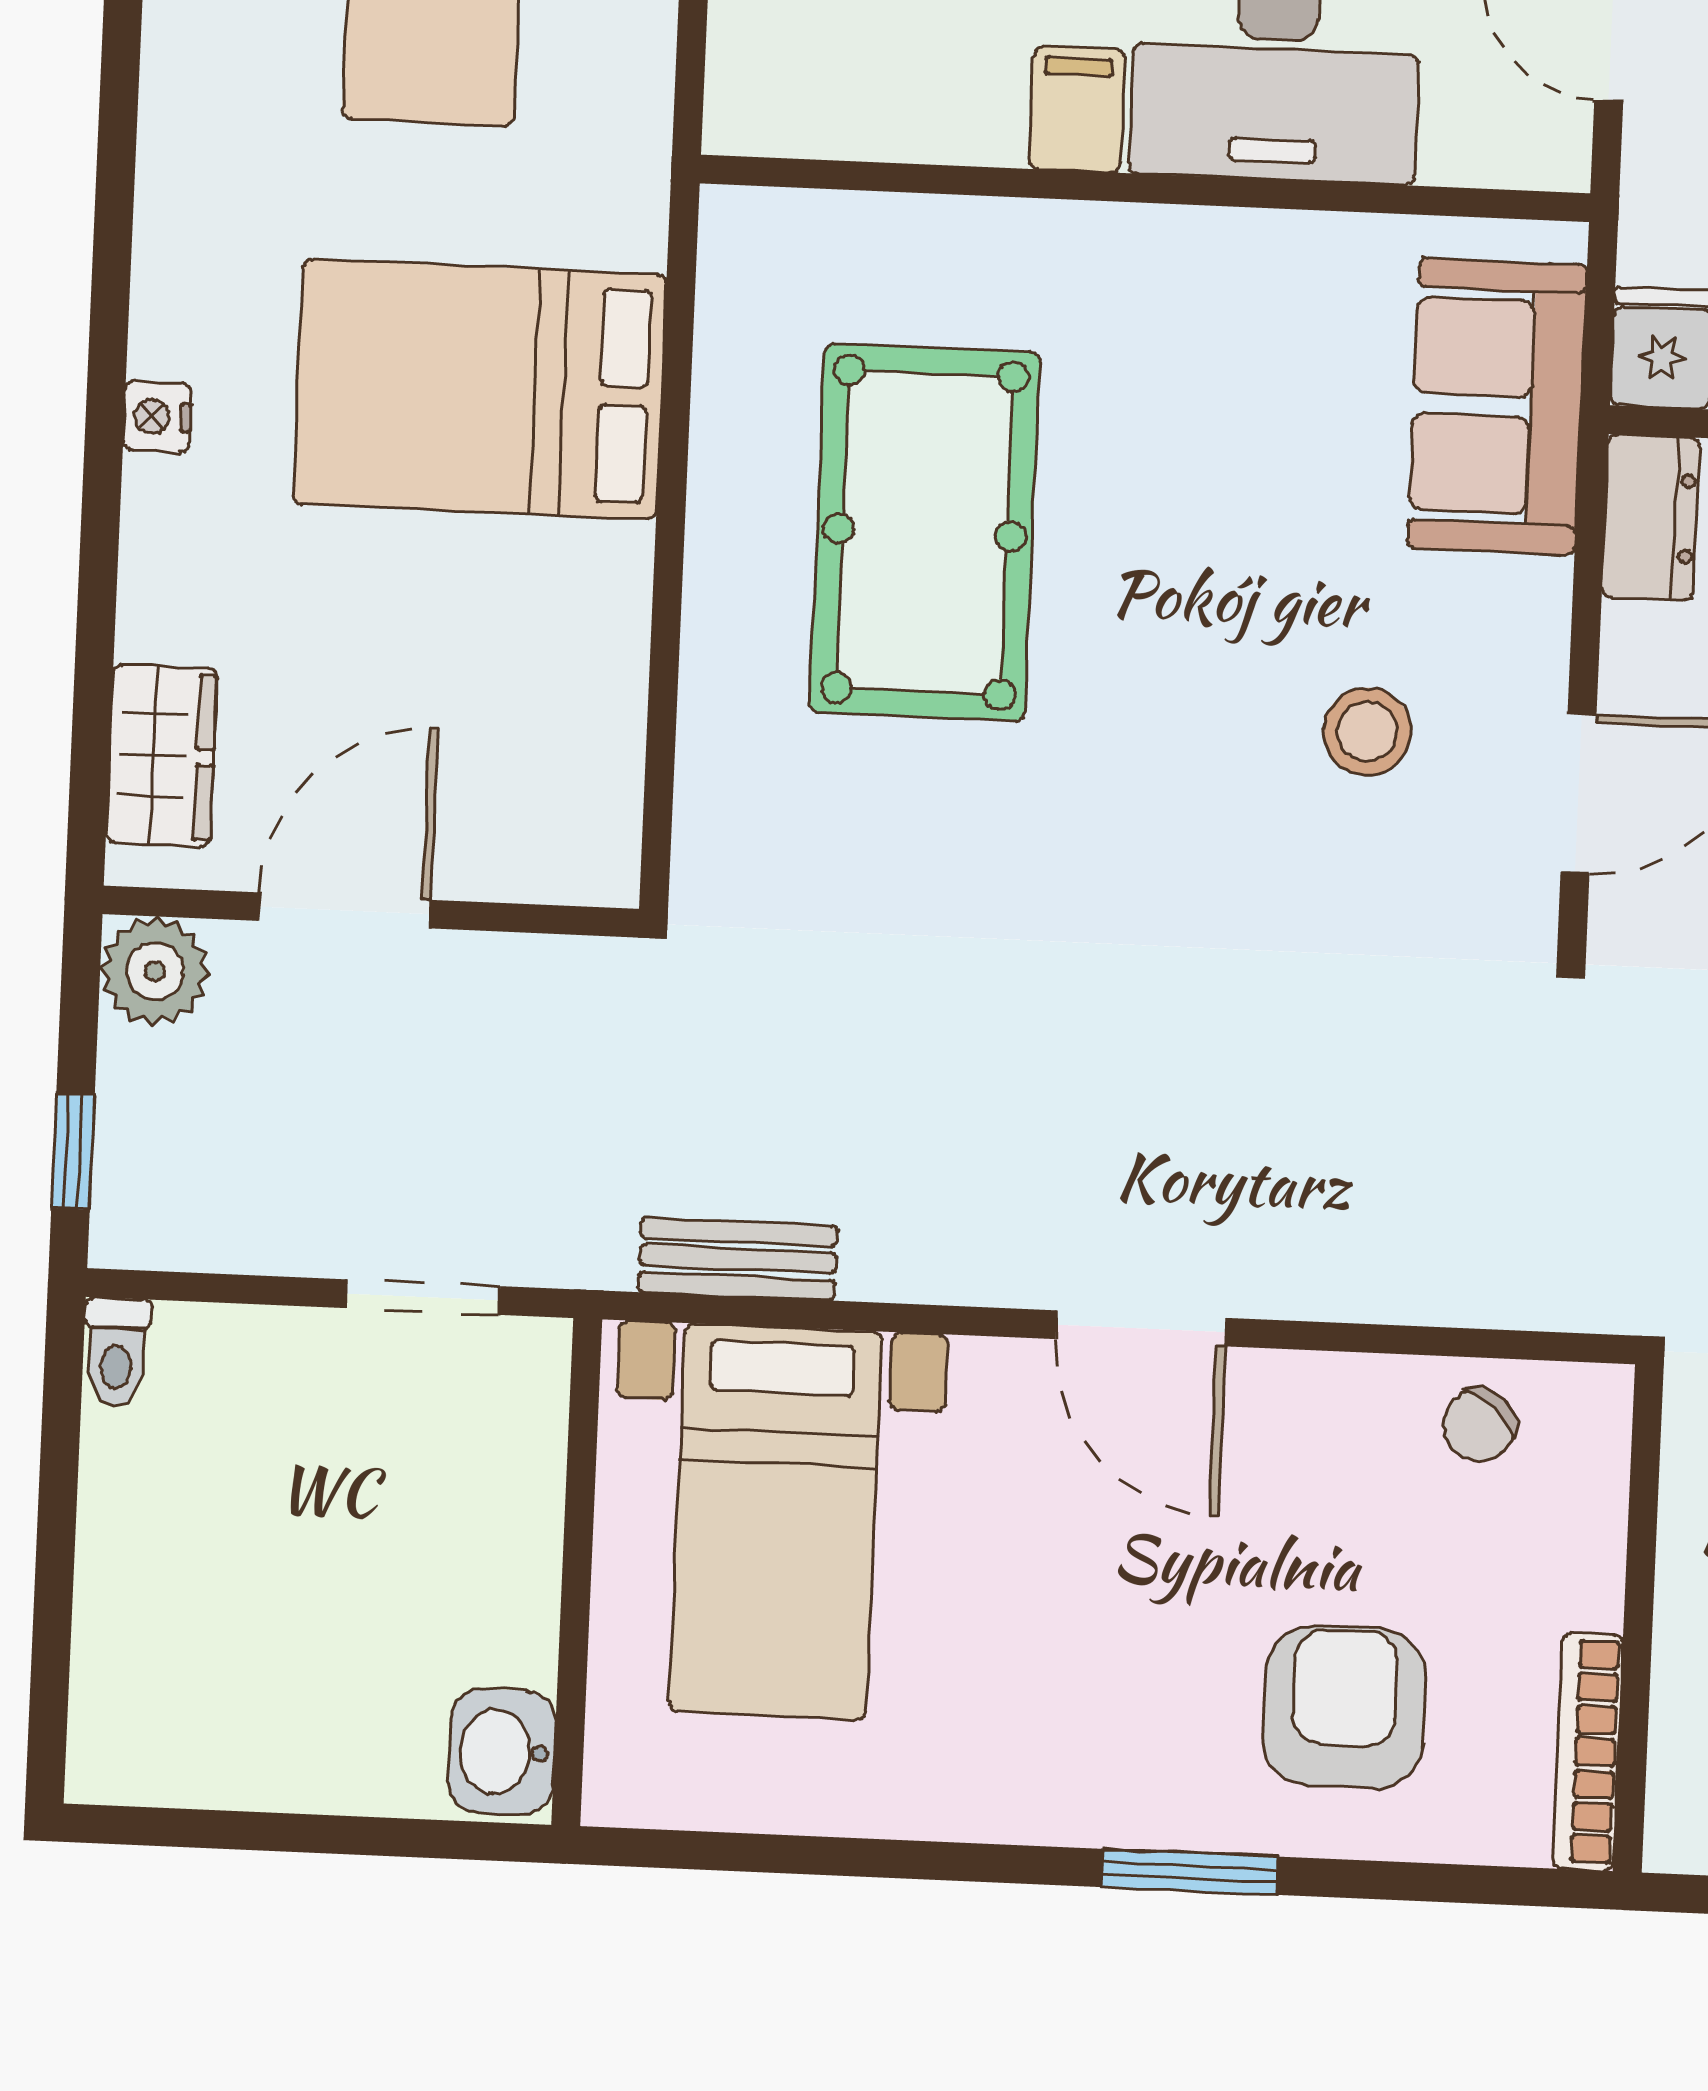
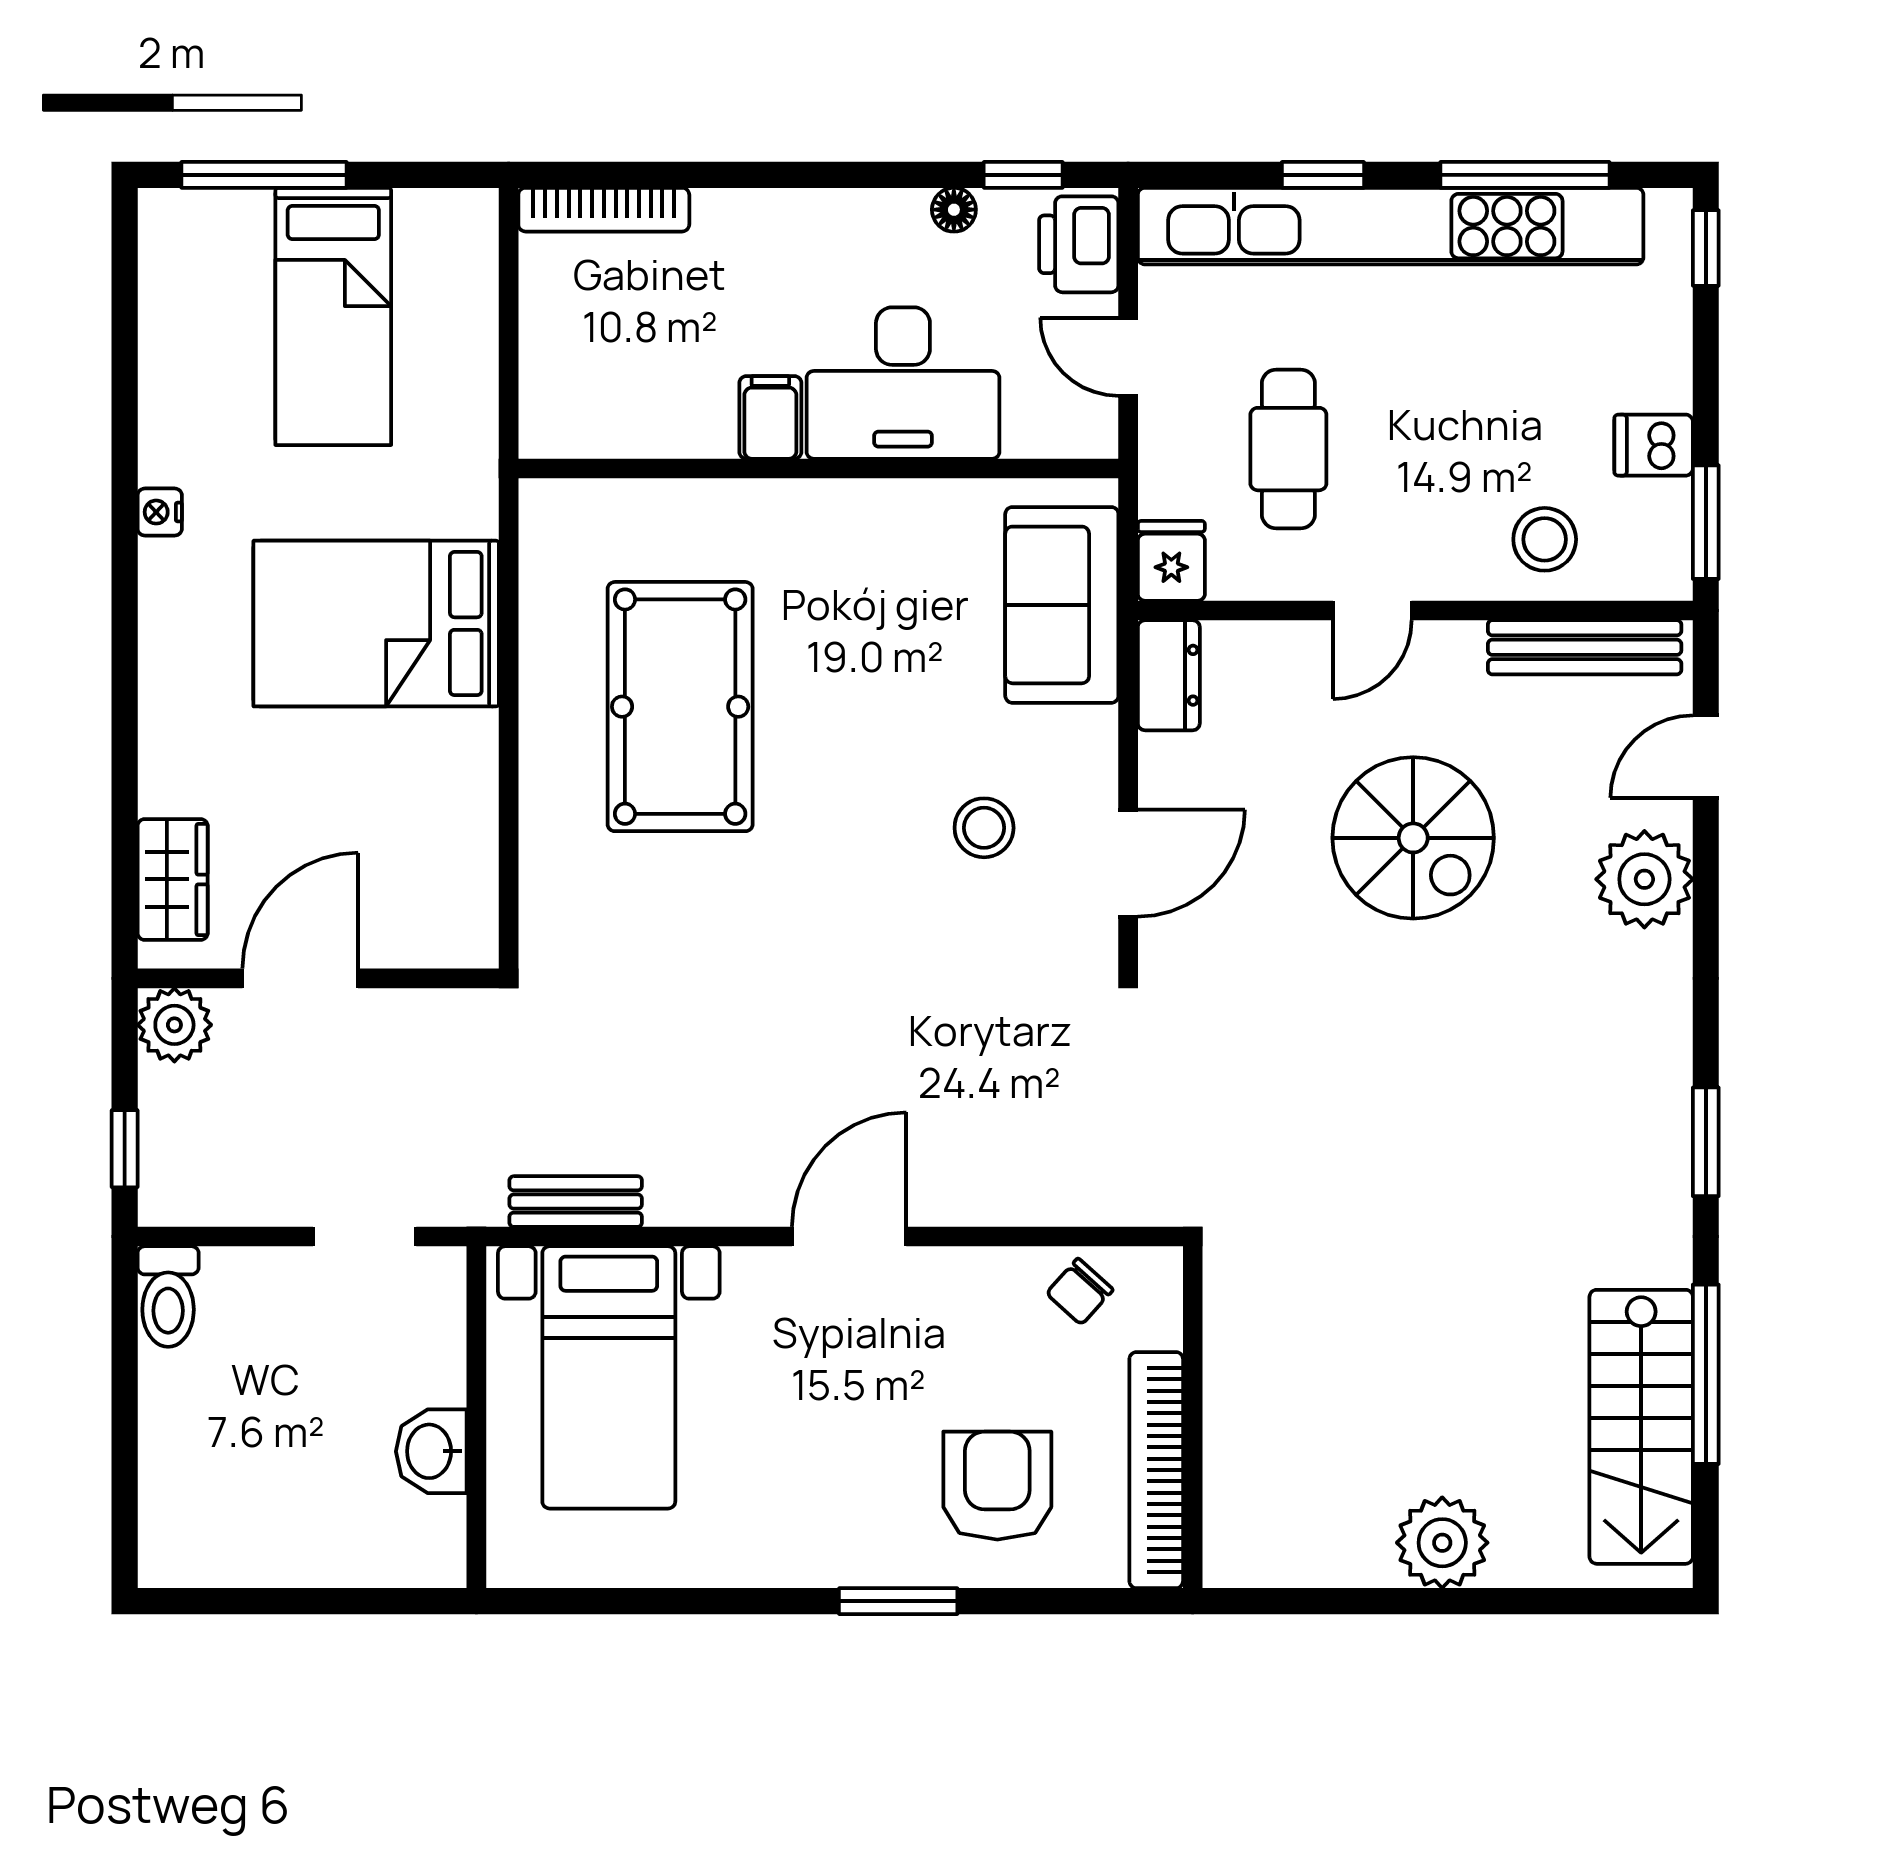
nightstand: (157, 417) -> (160, 512), moved
door: (1141, 1328) -> (849, 1236), swing flipped
toilet: (116, 1352) -> (168, 1297), width x1.37, depth x1.39
washbasin: (502, 1752) -> (431, 1451), moved
bookcase: (1588, 1752) -> (1156, 1470), width x1.48, depth x1.31

